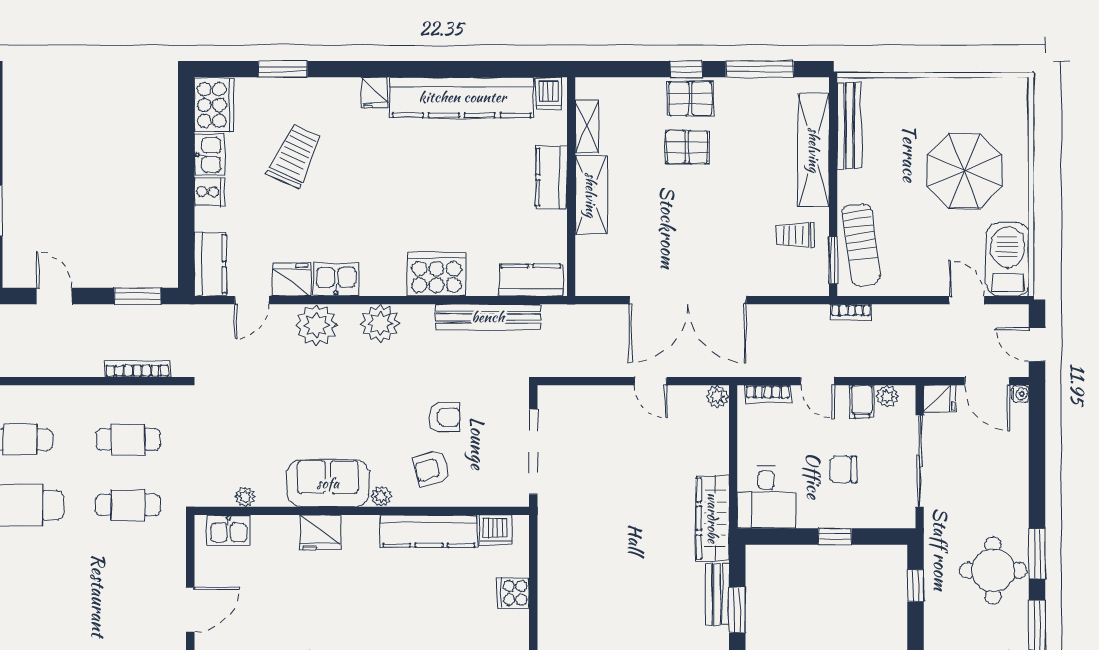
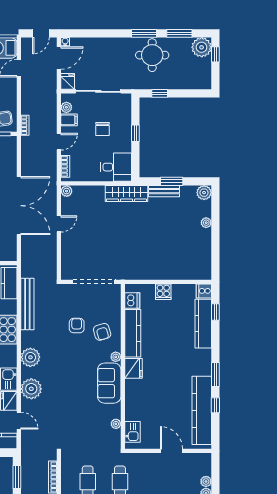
fridge: (320, 532) -> (133, 368), moved

